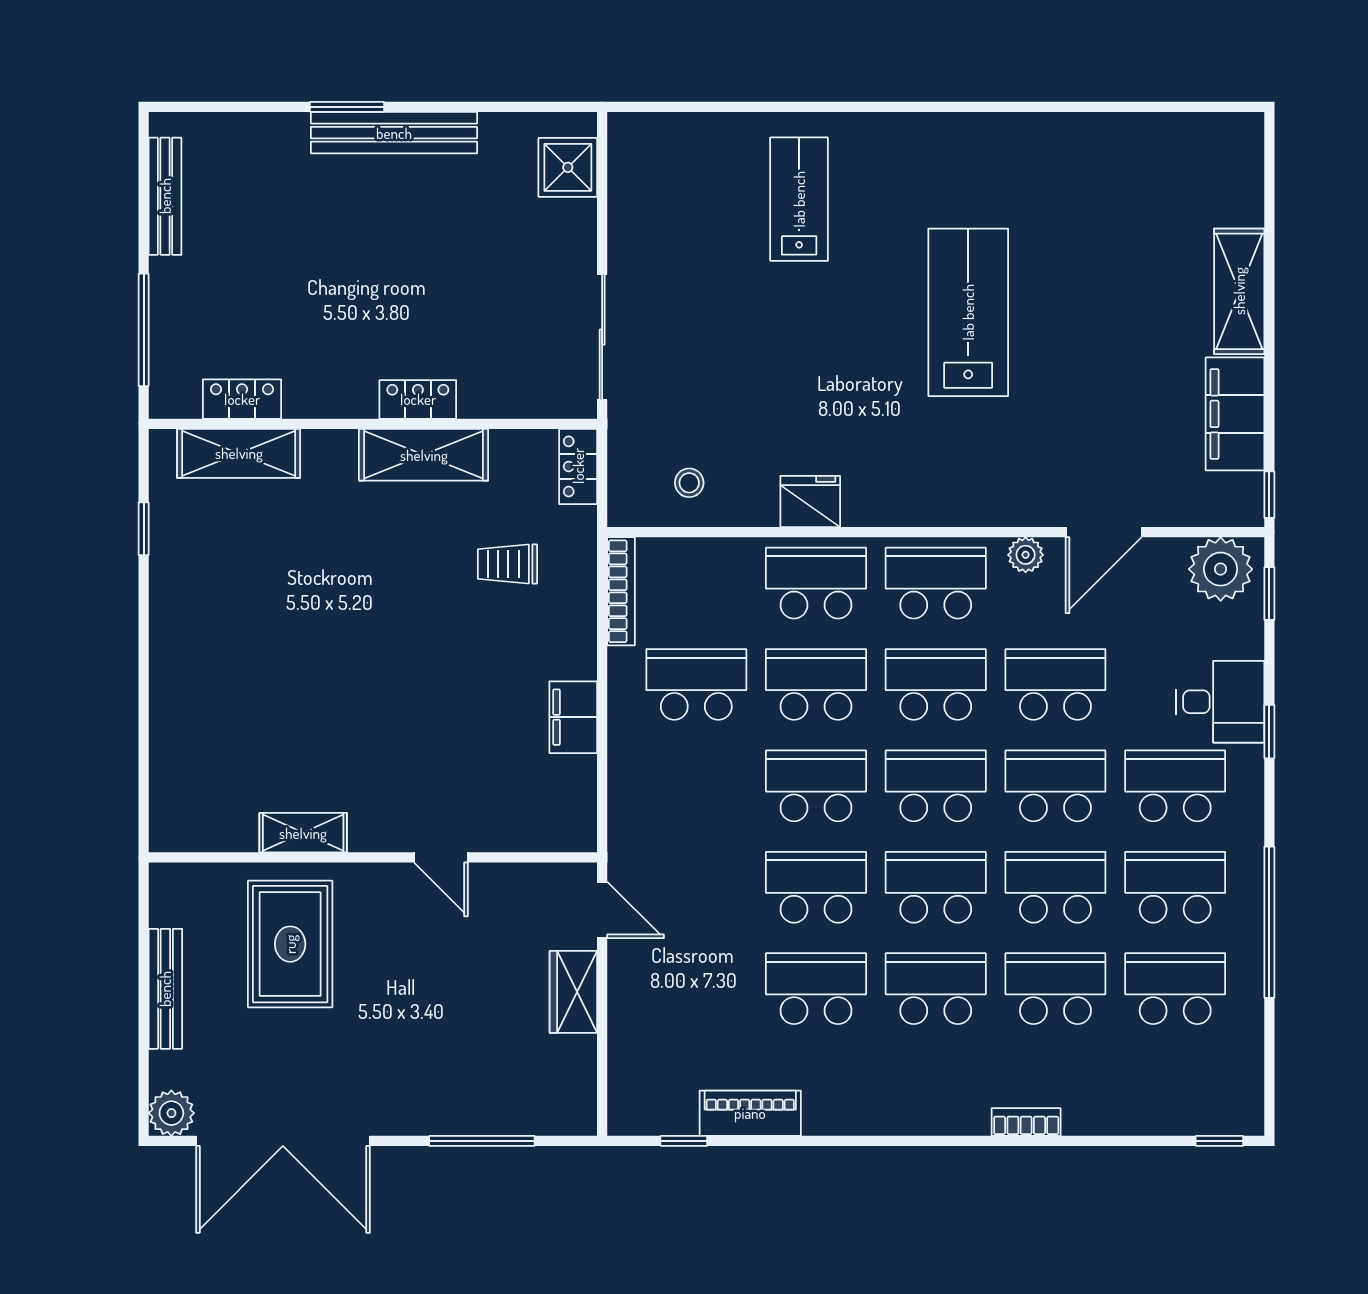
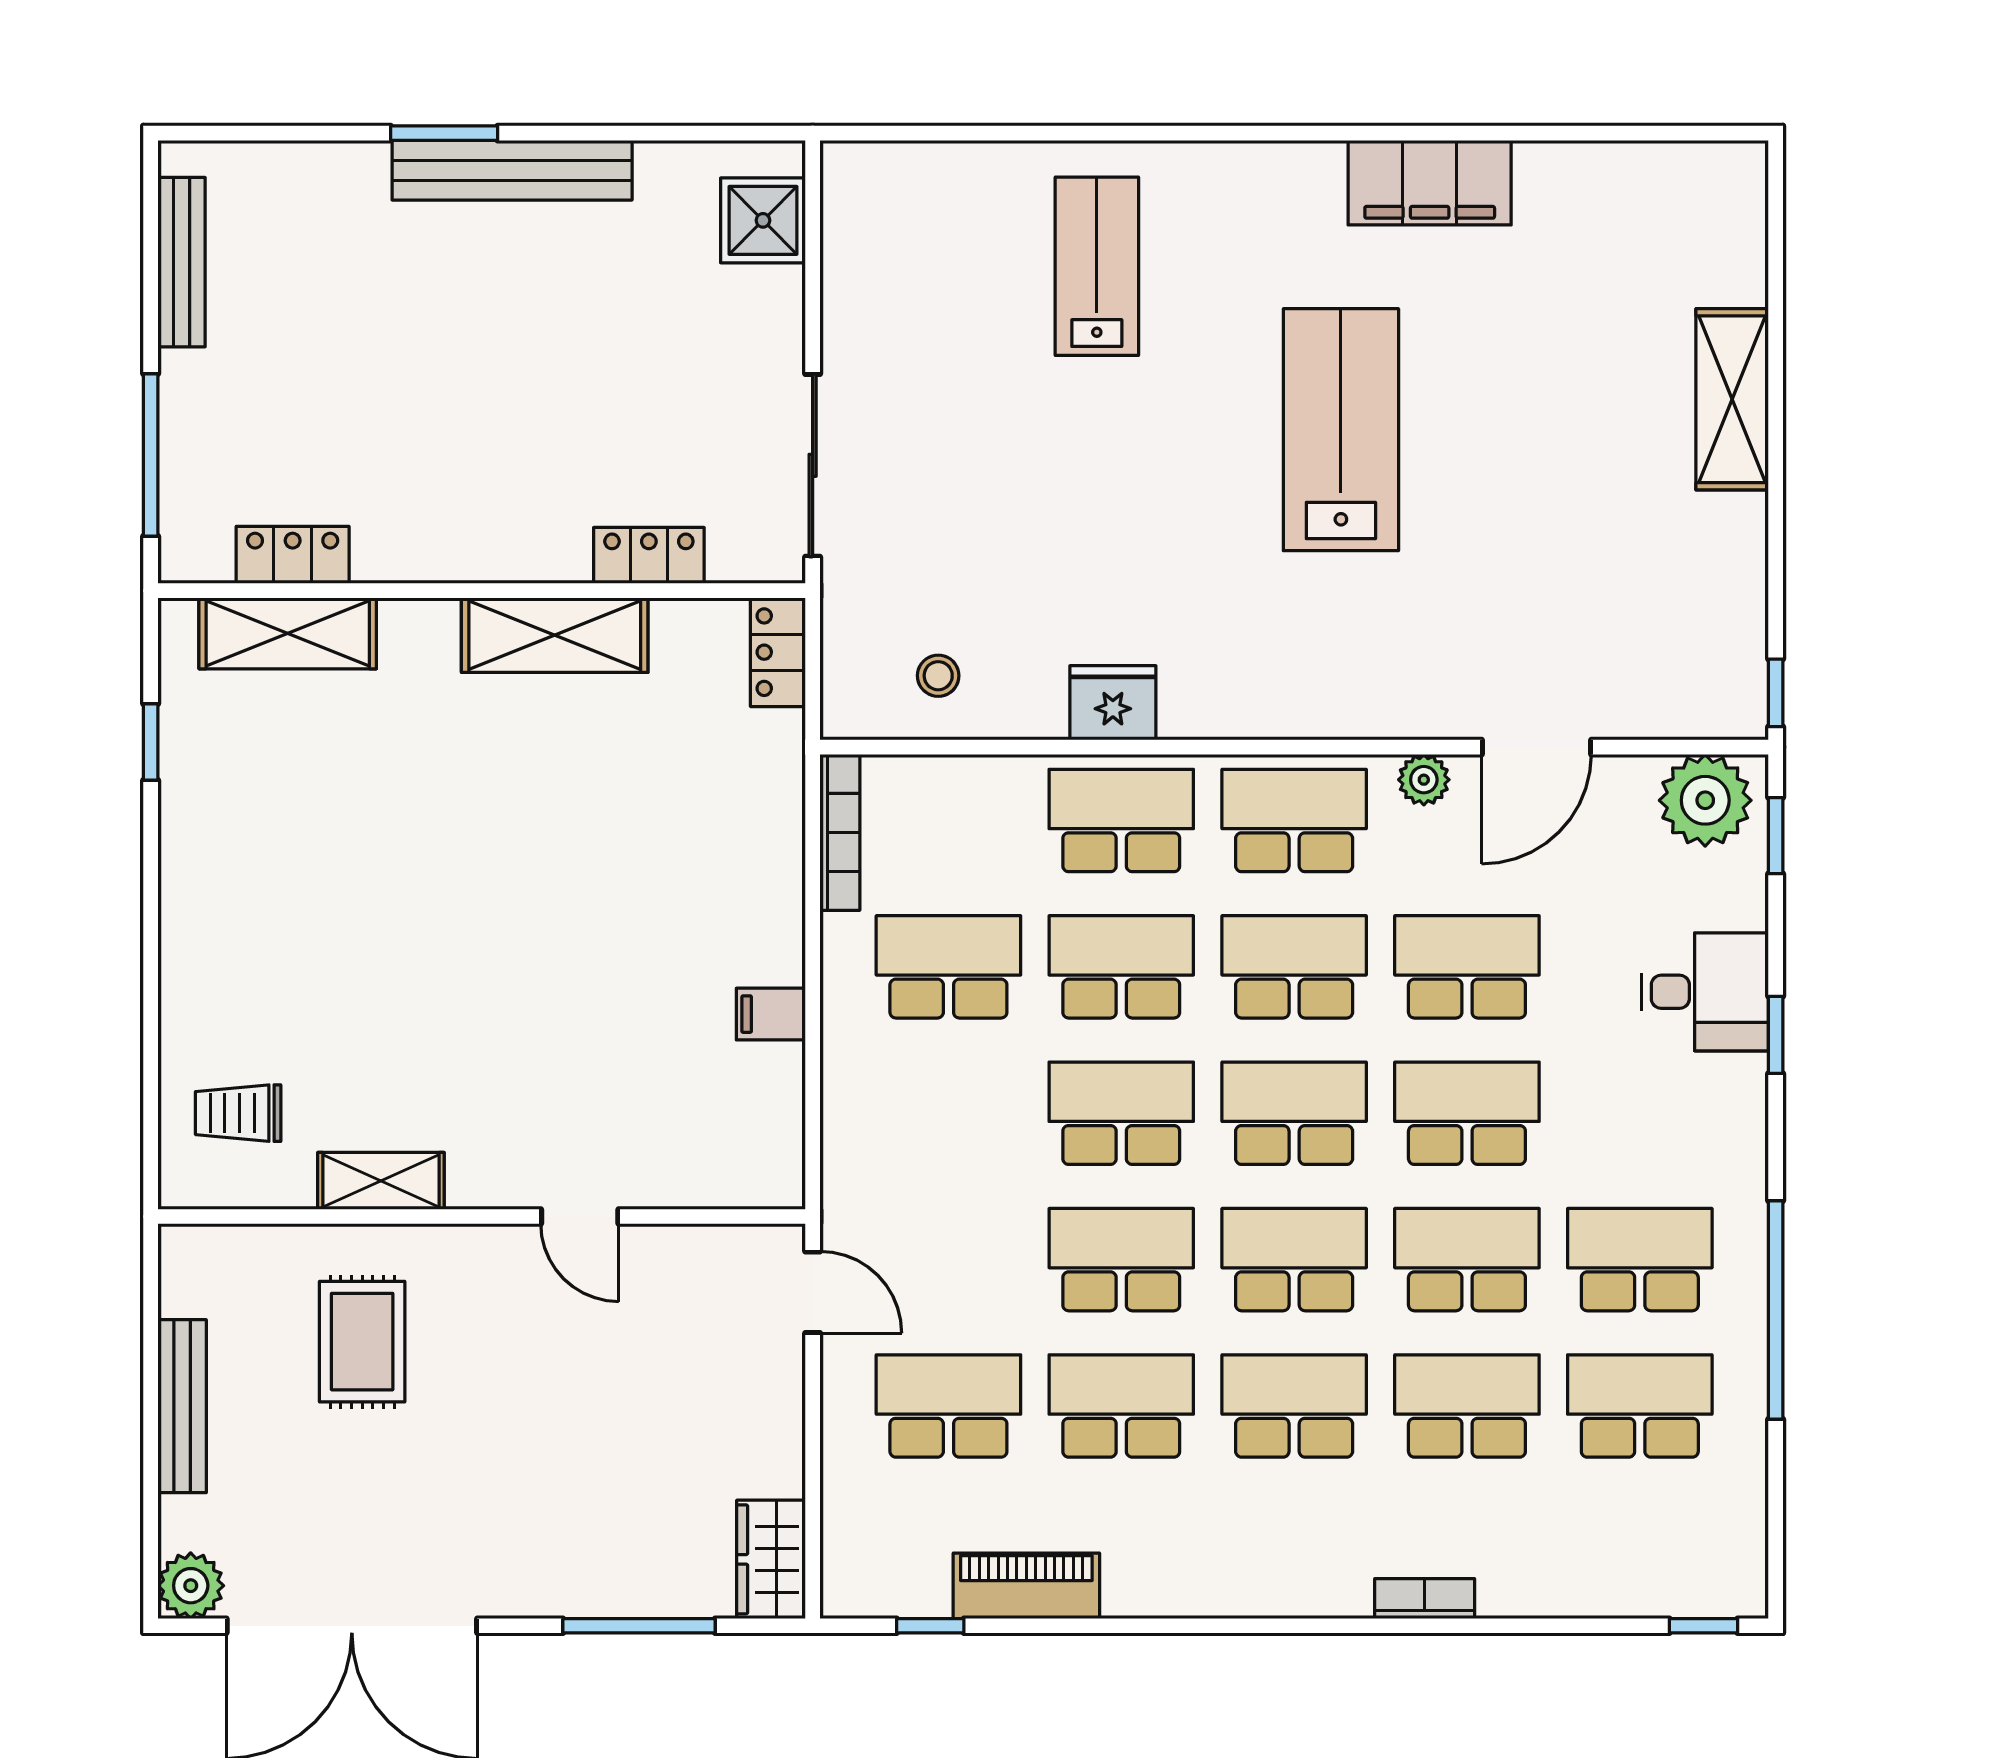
locker: (418, 399) -> (649, 555), moved
filing cabinet: (1235, 414) -> (1430, 183), moved, turned -90
trolley: (507, 564) -> (238, 1113), moved
filing cabinet: (573, 717) -> (771, 1014), width x0.50
school desk: (1175, 786) -> (948, 1406), moved
rug: (290, 944) -> (362, 1342), width x0.73, depth x0.70
wardrobe: (573, 992) -> (771, 1559), moved

